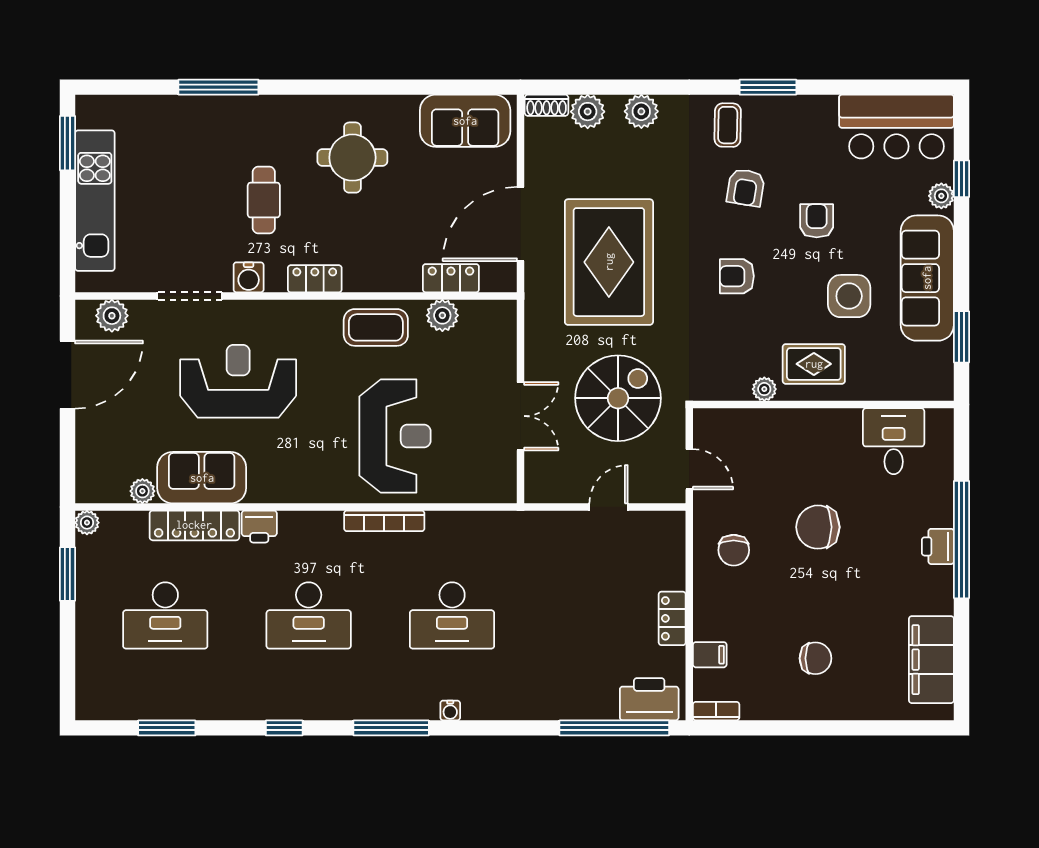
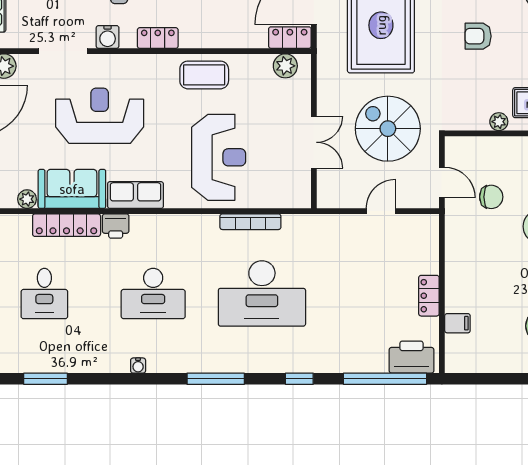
locker: (451, 278) -> (290, 38), moved
plant: (442, 315) -> (285, 66), moved
spiral stairs: (618, 398) -> (388, 129), turned -90
row of seats: (285, 486) -> (135, 195), added
bookcase: (384, 521) -> (250, 222), moved
chair: (734, 550) -> (491, 197), moved, turned -90
desk: (165, 615) -> (44, 293), width x0.73
desk: (452, 615) -> (262, 293), width x1.36, depth x1.30
water cooler: (450, 710) -> (138, 366), moved
bookcase: (716, 711) -> (462, 366), removed
window: (284, 728) -> (299, 379), moved

